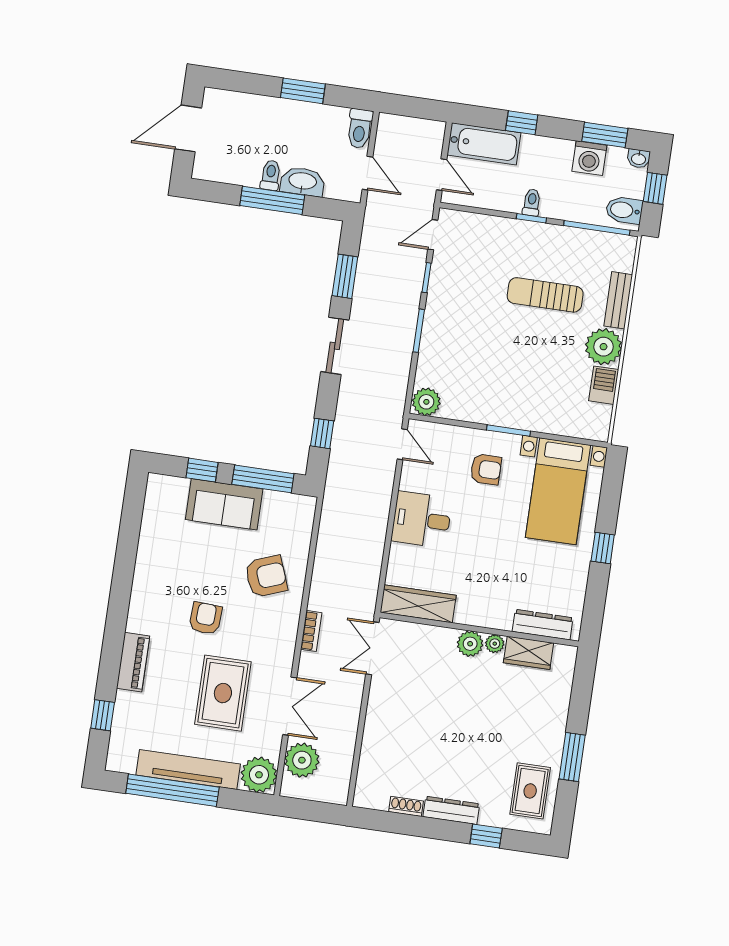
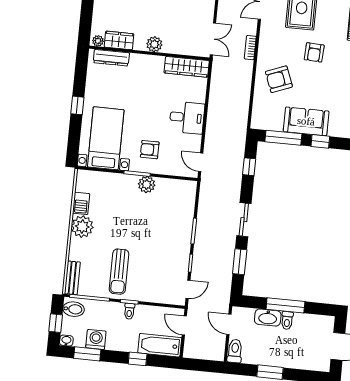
sun lounger: (545, 295) -> (119, 272), moved, turned 90
bench: (618, 300) -> (72, 278), moved
plant: (426, 402) -> (147, 184), moved
plant: (495, 644) -> (98, 41), moved

